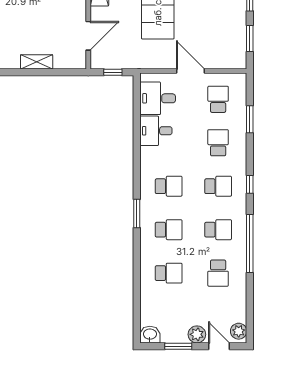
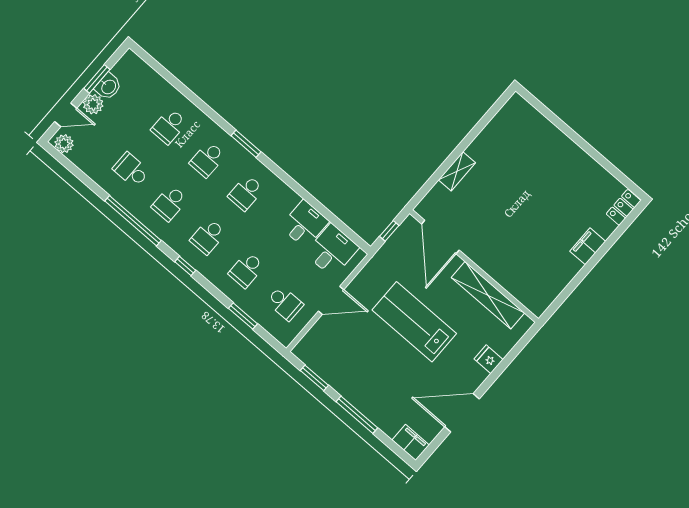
door: (88, 36) -> (440, 237), width x1.36
school desk: (218, 143) -> (246, 270), turned 90
washbasin: (150, 335) -> (108, 87), moved

